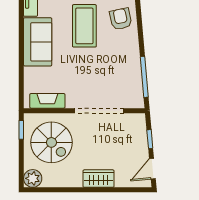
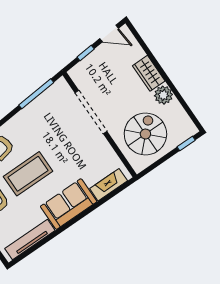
fireplace: (47, 101) -> (109, 185), moved, turned 90
window: (21, 130) -> (186, 144), moved
plant: (33, 178) -> (163, 95), moved

